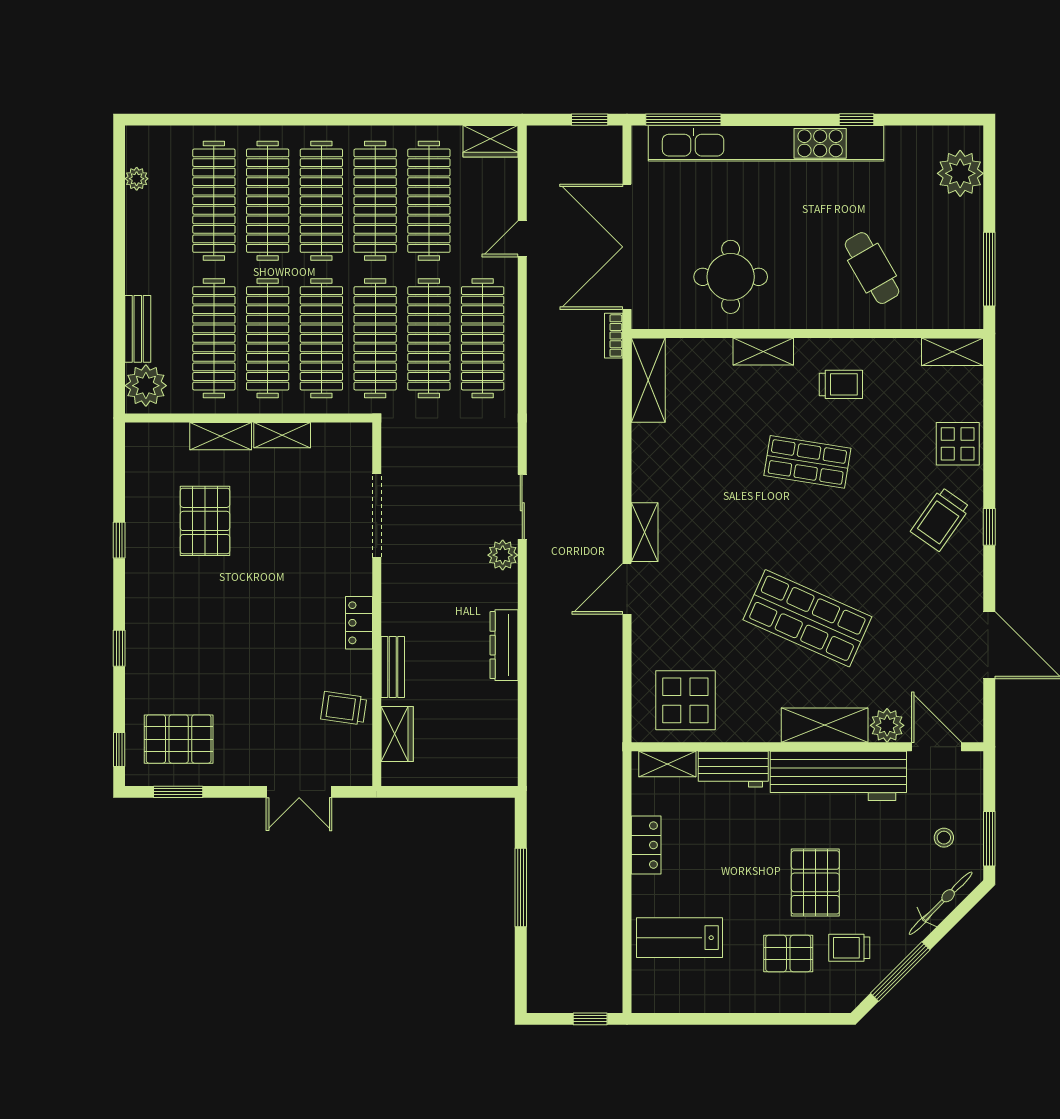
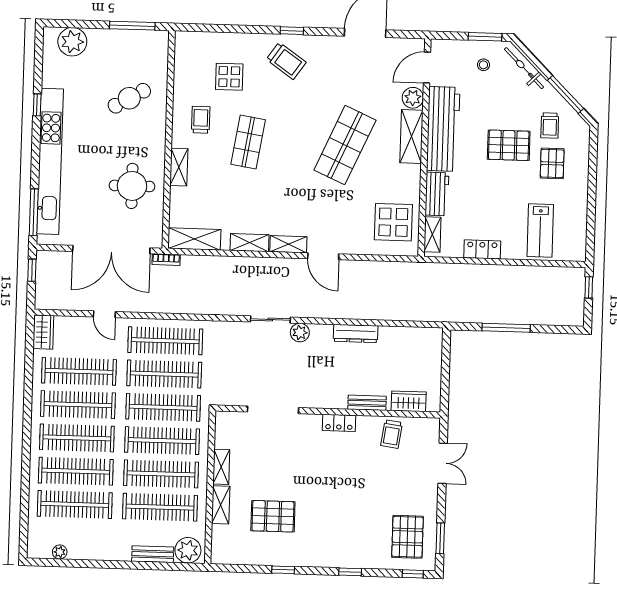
shelving: (953, 352) -> (250, 243), moved, turned 90
display table: (958, 444) -> (229, 77), moved

